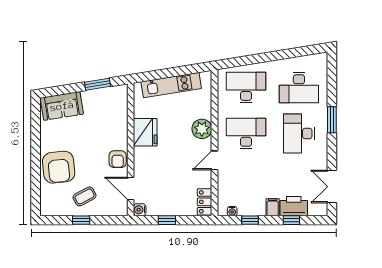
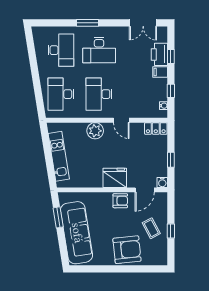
sofa: (62, 106) -> (77, 233), width x1.85, depth x1.27
fridge: (145, 132) -> (115, 178), moved

